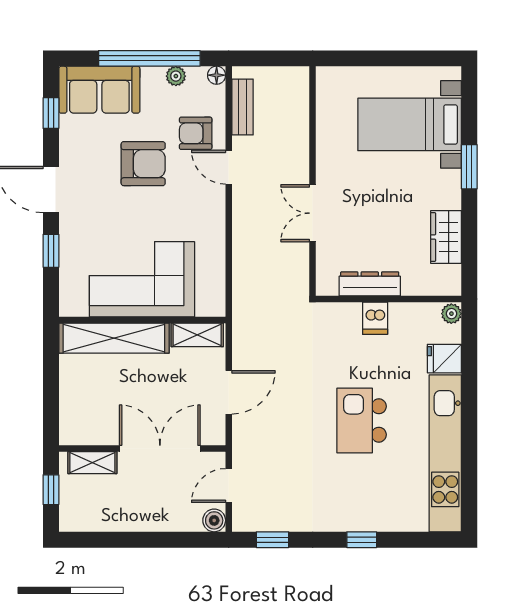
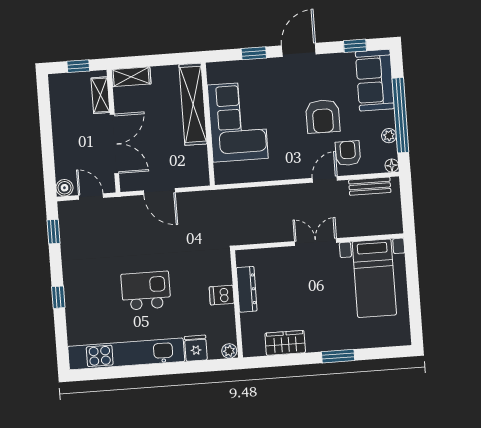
bed with nightstands: (410, 124) -> (374, 278), moved, turned 180
double door: (313, 213) -> (316, 242), moved
shelving: (197, 335) -> (131, 77), moved, turned 90

